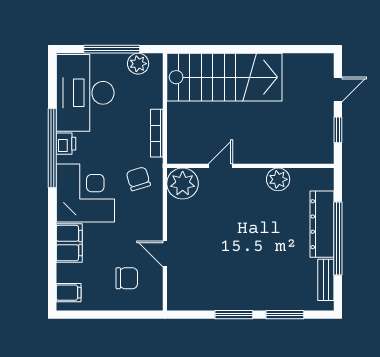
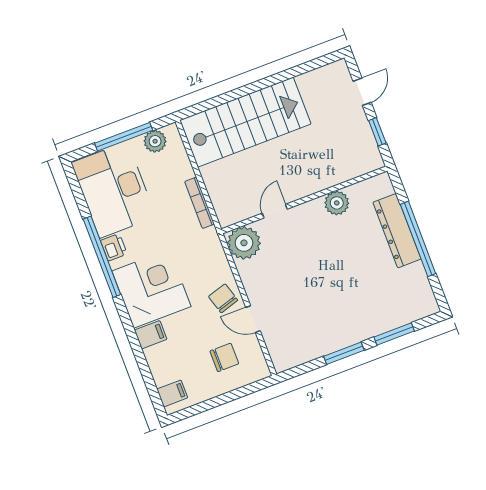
chair: (138, 179) -> (223, 298), moved
filing cabinet: (69, 243) -> (151, 335), width x0.50
bench: (326, 280) -> (422, 284), removed

